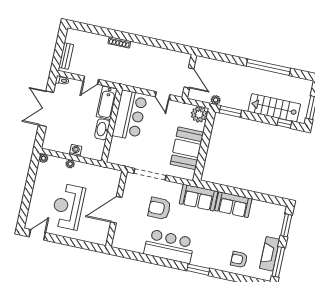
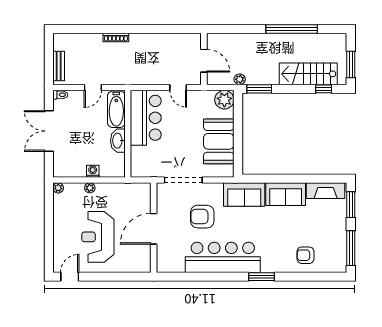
bar counter: (169, 246) -> (223, 257), width x1.36
fireplace: (270, 254) -> (326, 191), moved, turned -90

